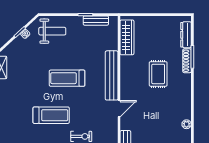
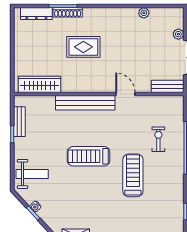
weight bench: (52, 31) -> (32, 174), turned 90
treadmill: (67, 78) -> (89, 156), turned 90

